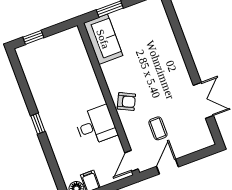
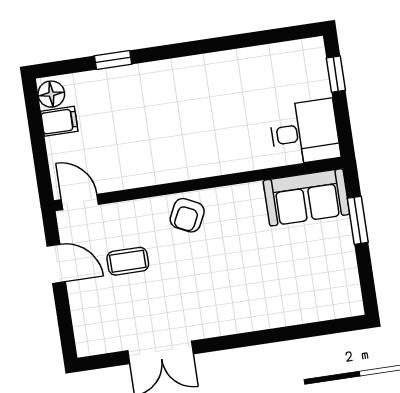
window: (38, 124) -> (113, 60), moved
desk: (96, 126) -> (305, 132), moved, turned -90

